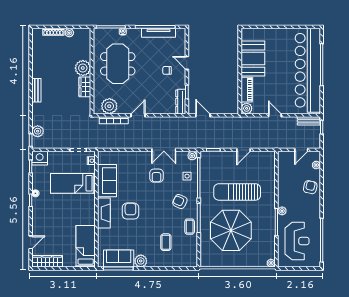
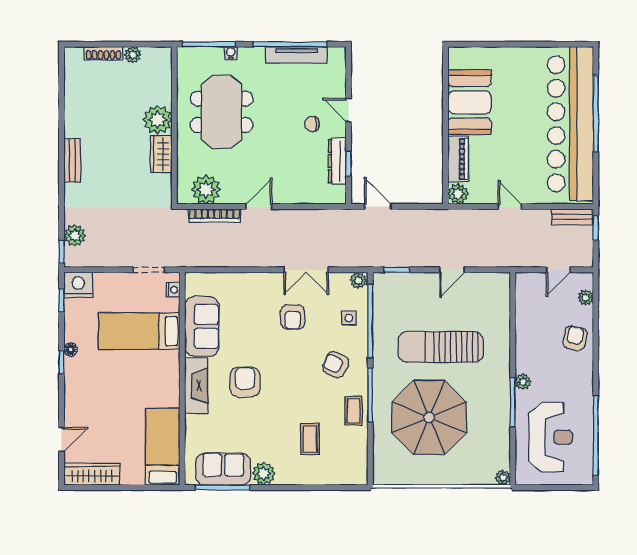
dresser: (181, 102) -> (337, 161), moved

